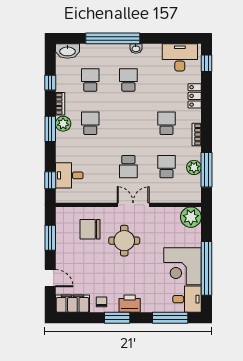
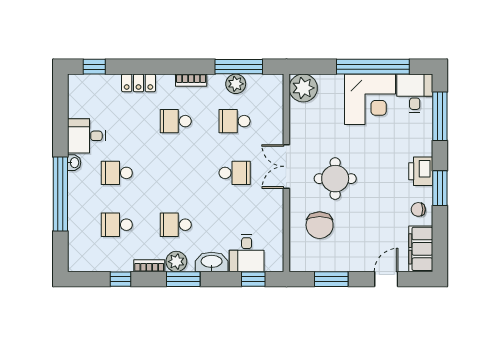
washbasin: (67, 51) -> (212, 262), moved, turned -90
desk: (180, 57) -> (86, 136), moved, width x0.73

